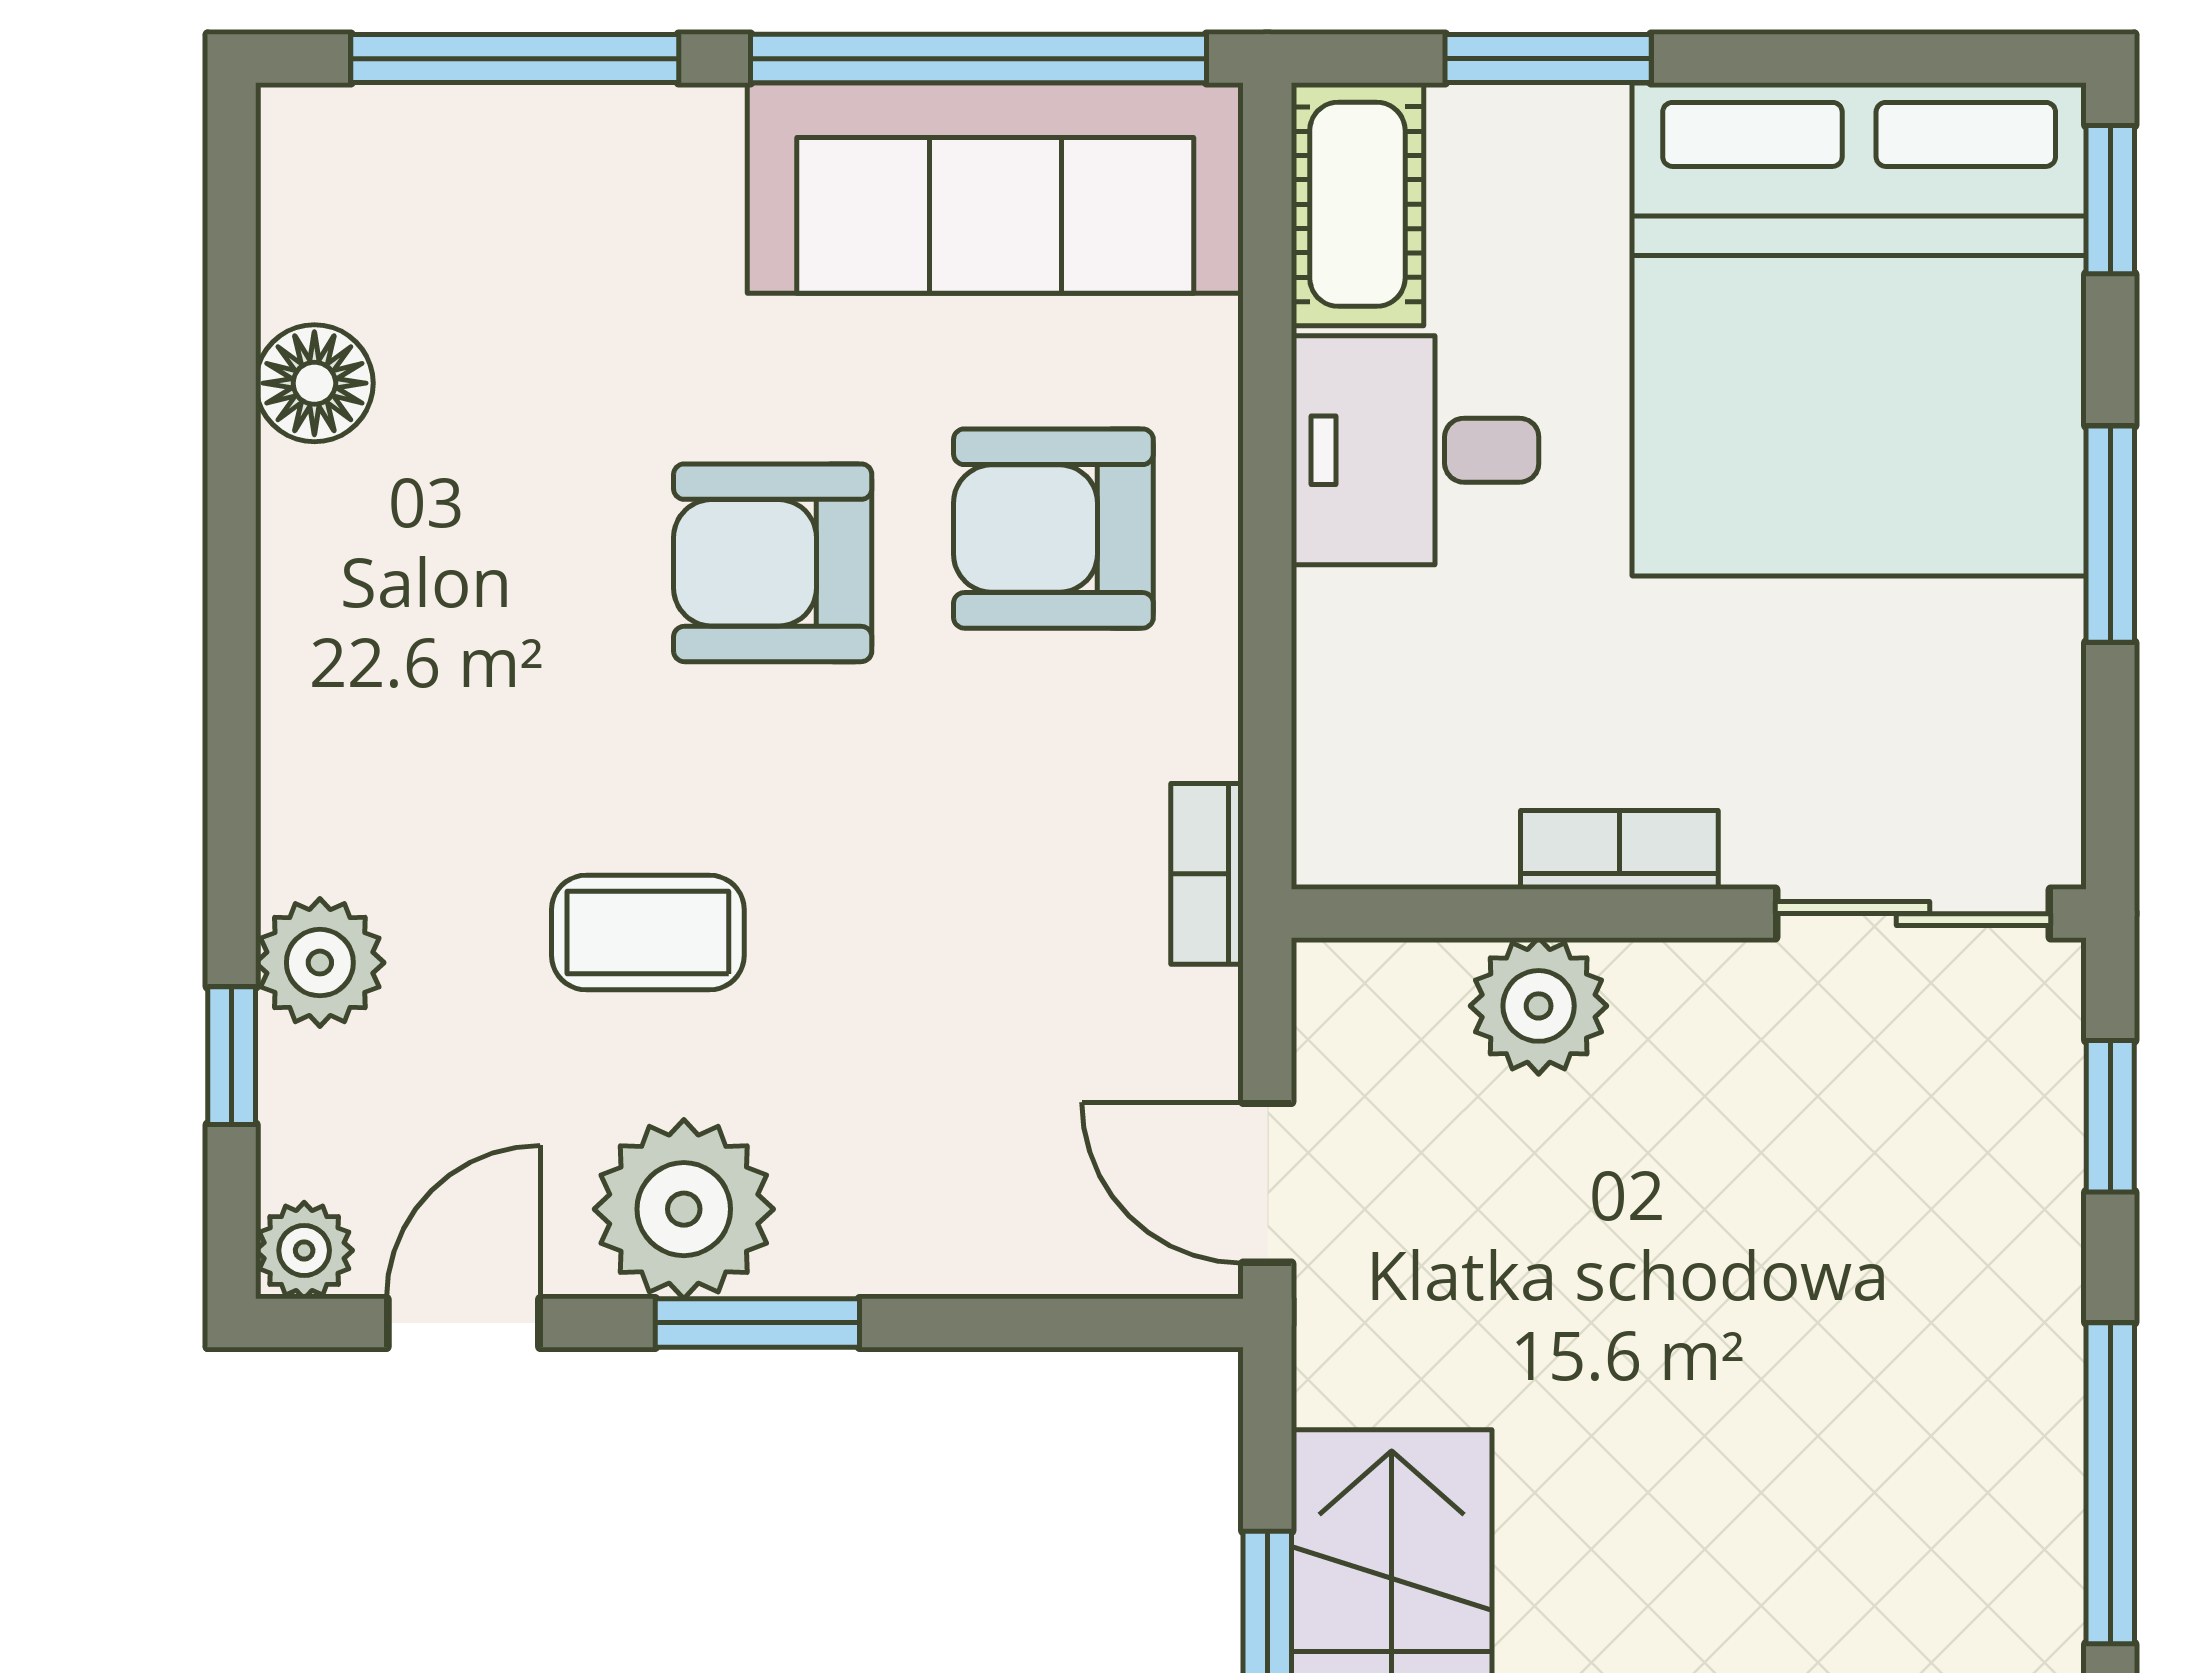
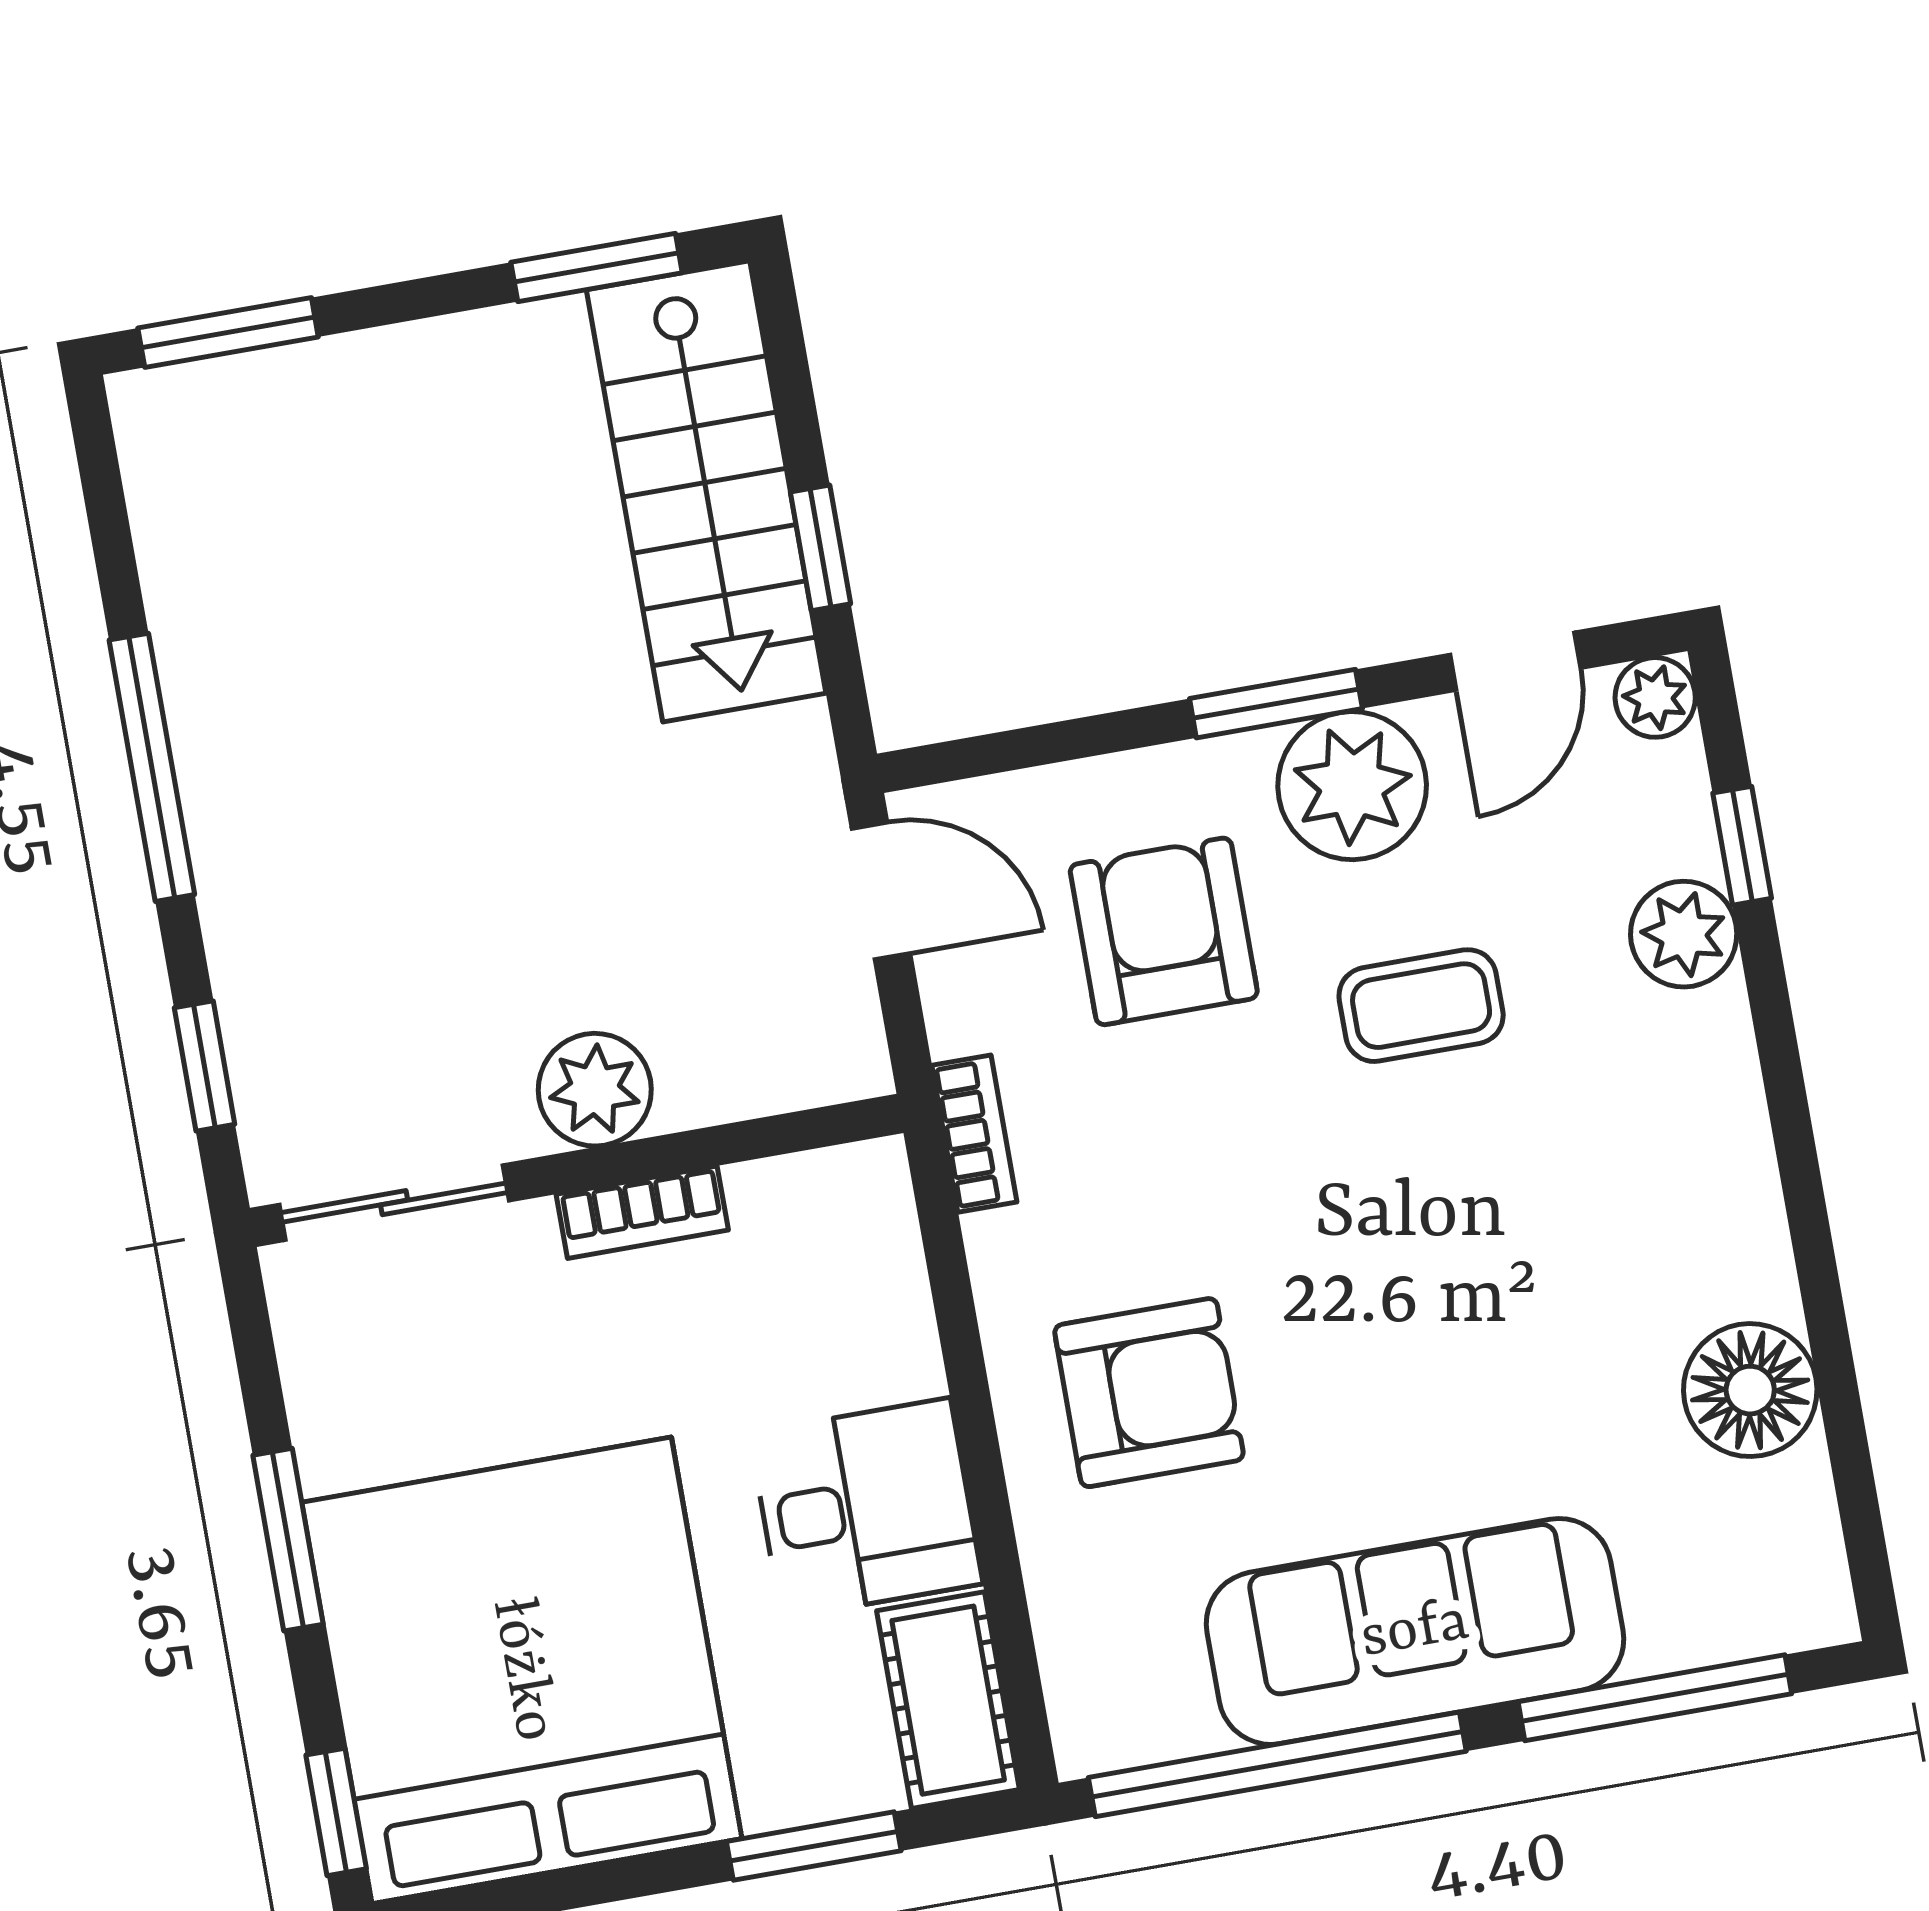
sofa: (995, 188) -> (1415, 1631), moved
floor lamp: (314, 383) -> (1750, 1390), width x1.38, depth x1.38
armchair: (773, 563) -> (1164, 931), moved, turned -90
plant: (1539, 1006) -> (595, 1090), moved

